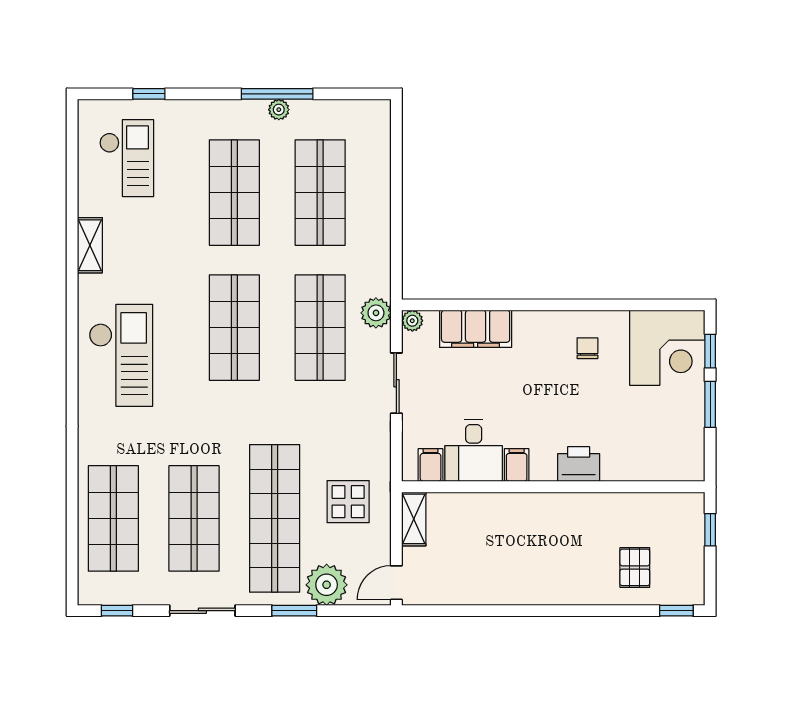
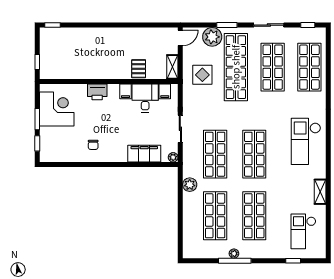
plant: (376, 313) -> (190, 185), moved
corner desk: (667, 348) -> (57, 109), moved, turned 90
pallet: (635, 567) -> (139, 69), moved

